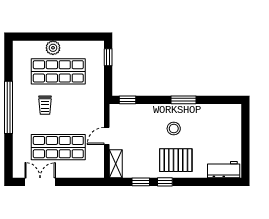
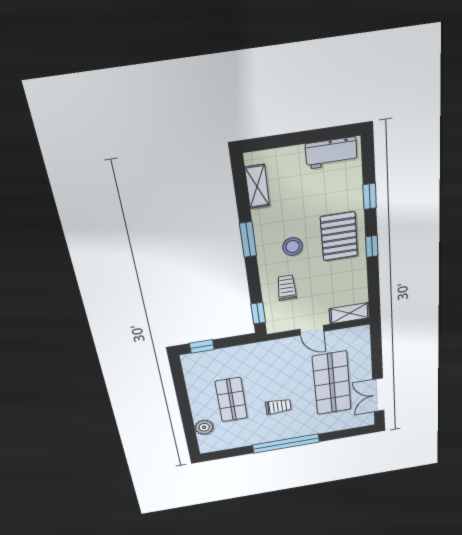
plant: (53, 48) -> (204, 427), moved
shop shelf: (58, 71) -> (231, 400), width x0.70, depth x0.74
shelving: (219, 110) -> (257, 186), added
trolley: (144, 122) -> (287, 288), added
workbench: (224, 170) -> (331, 153), moved, turned -90
window: (141, 182) -> (370, 196), moved

